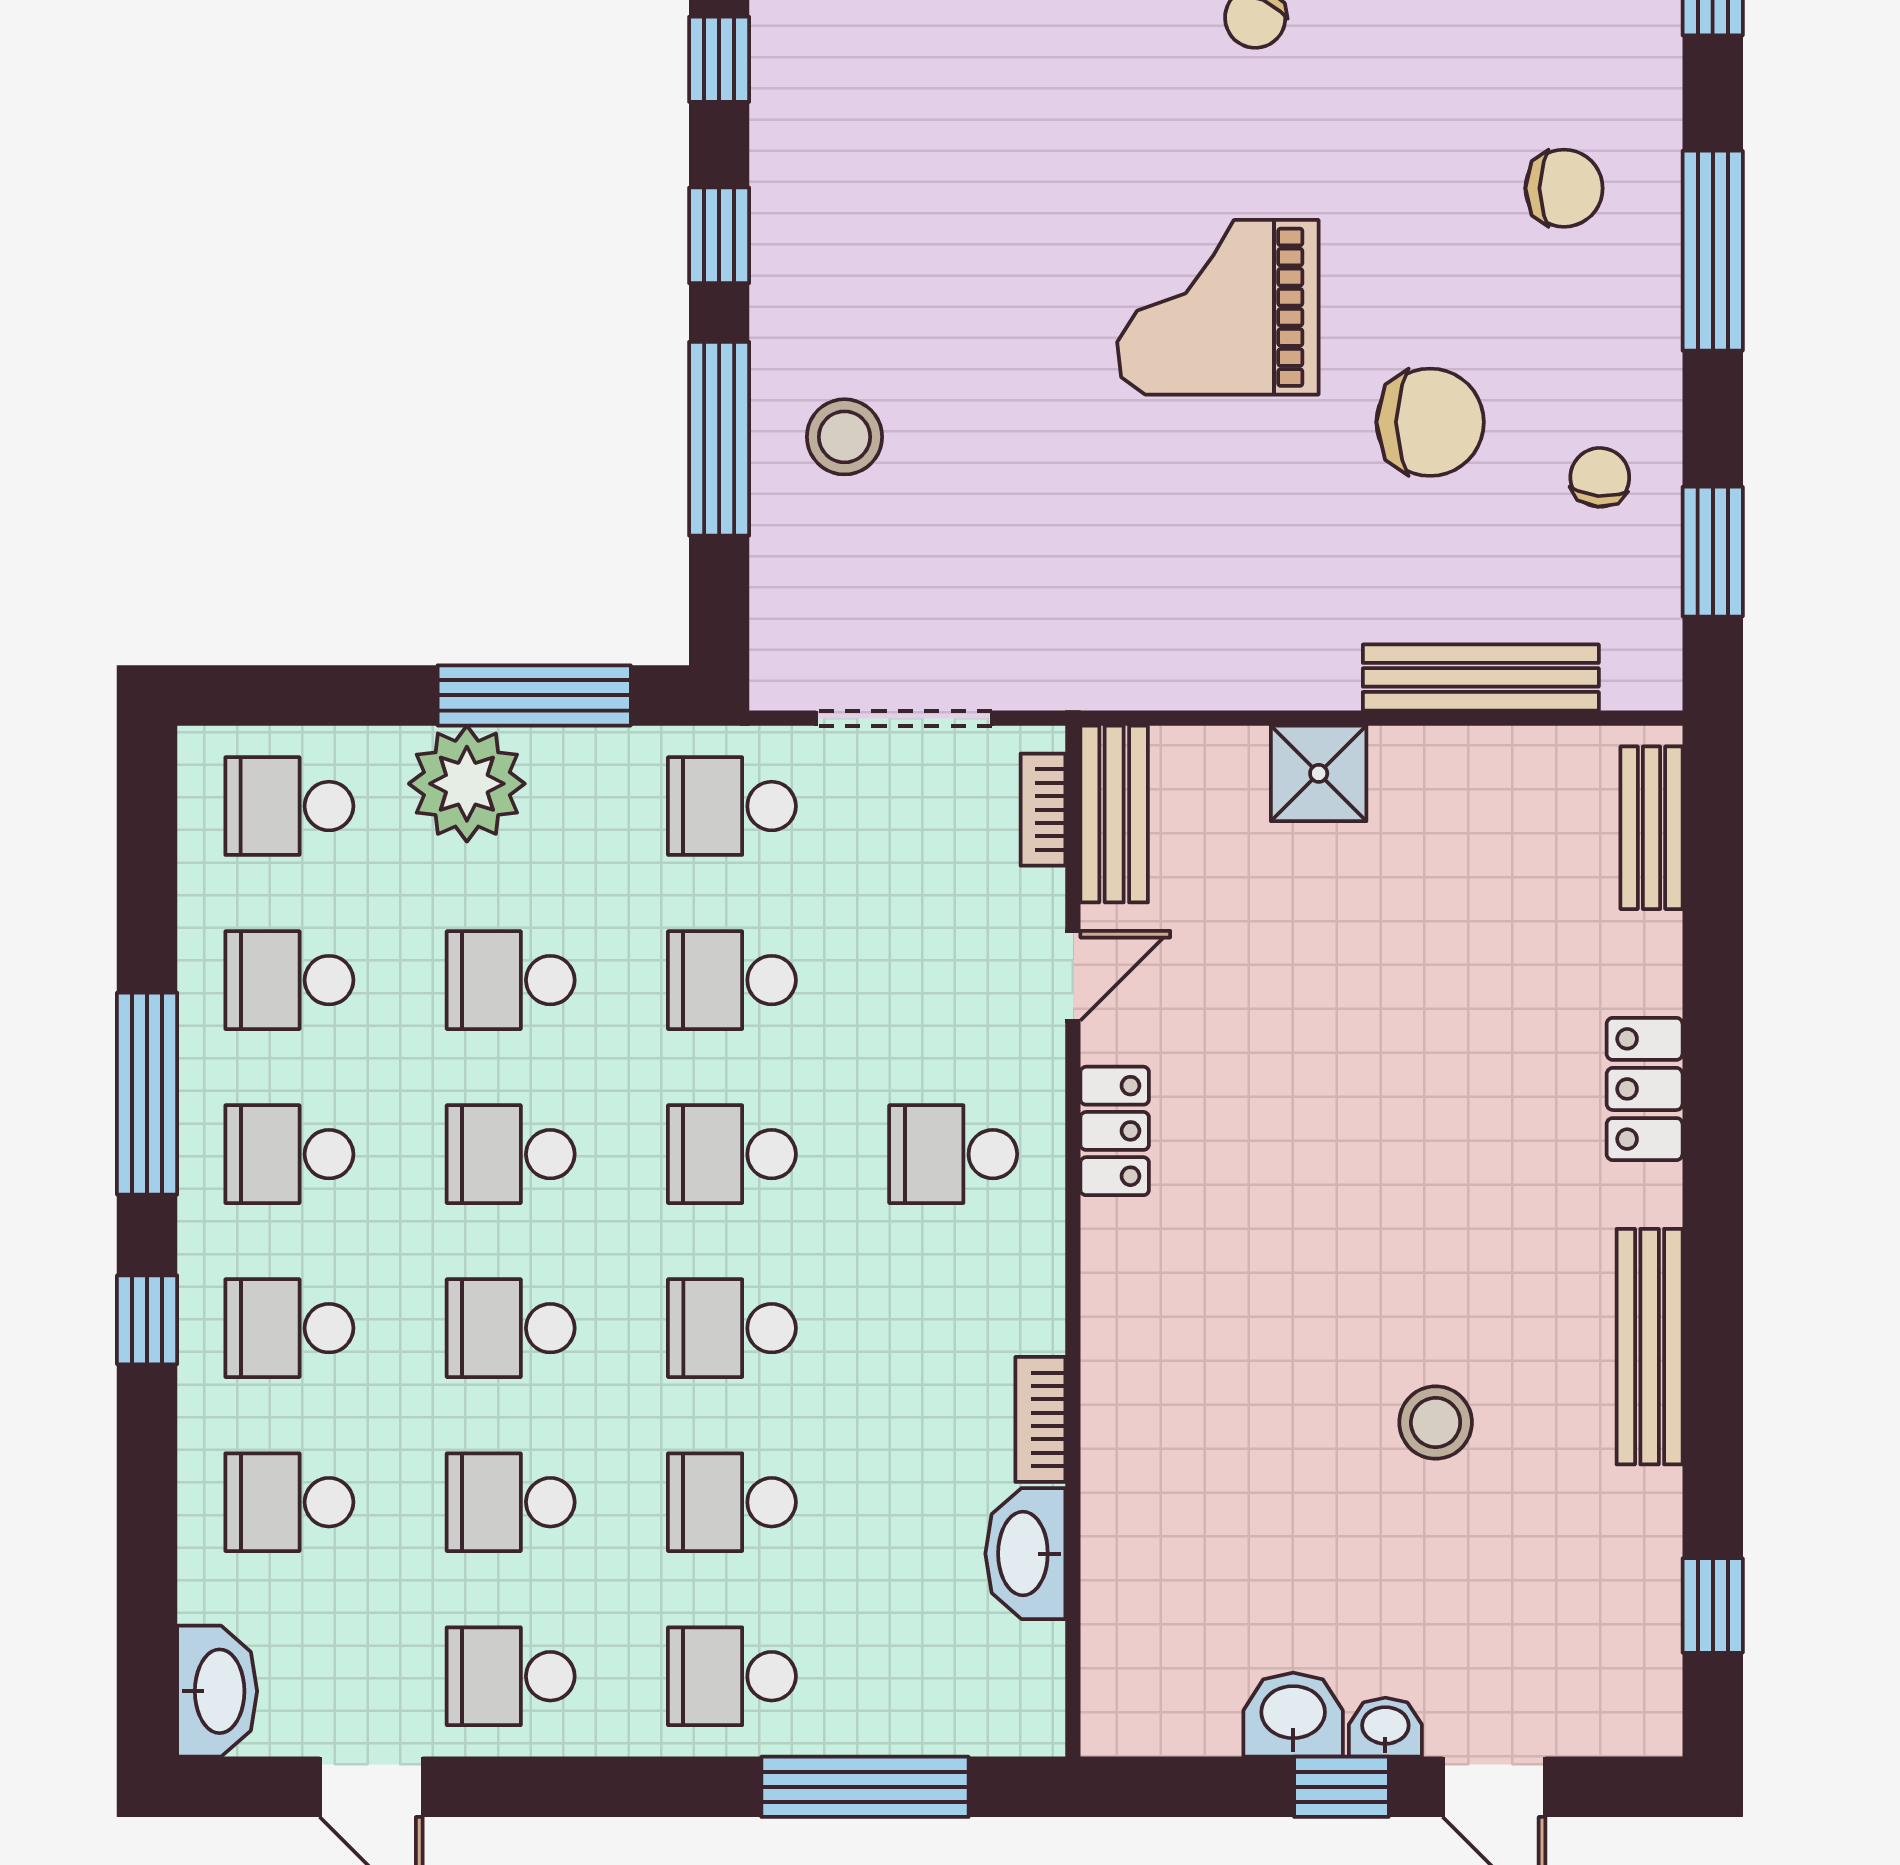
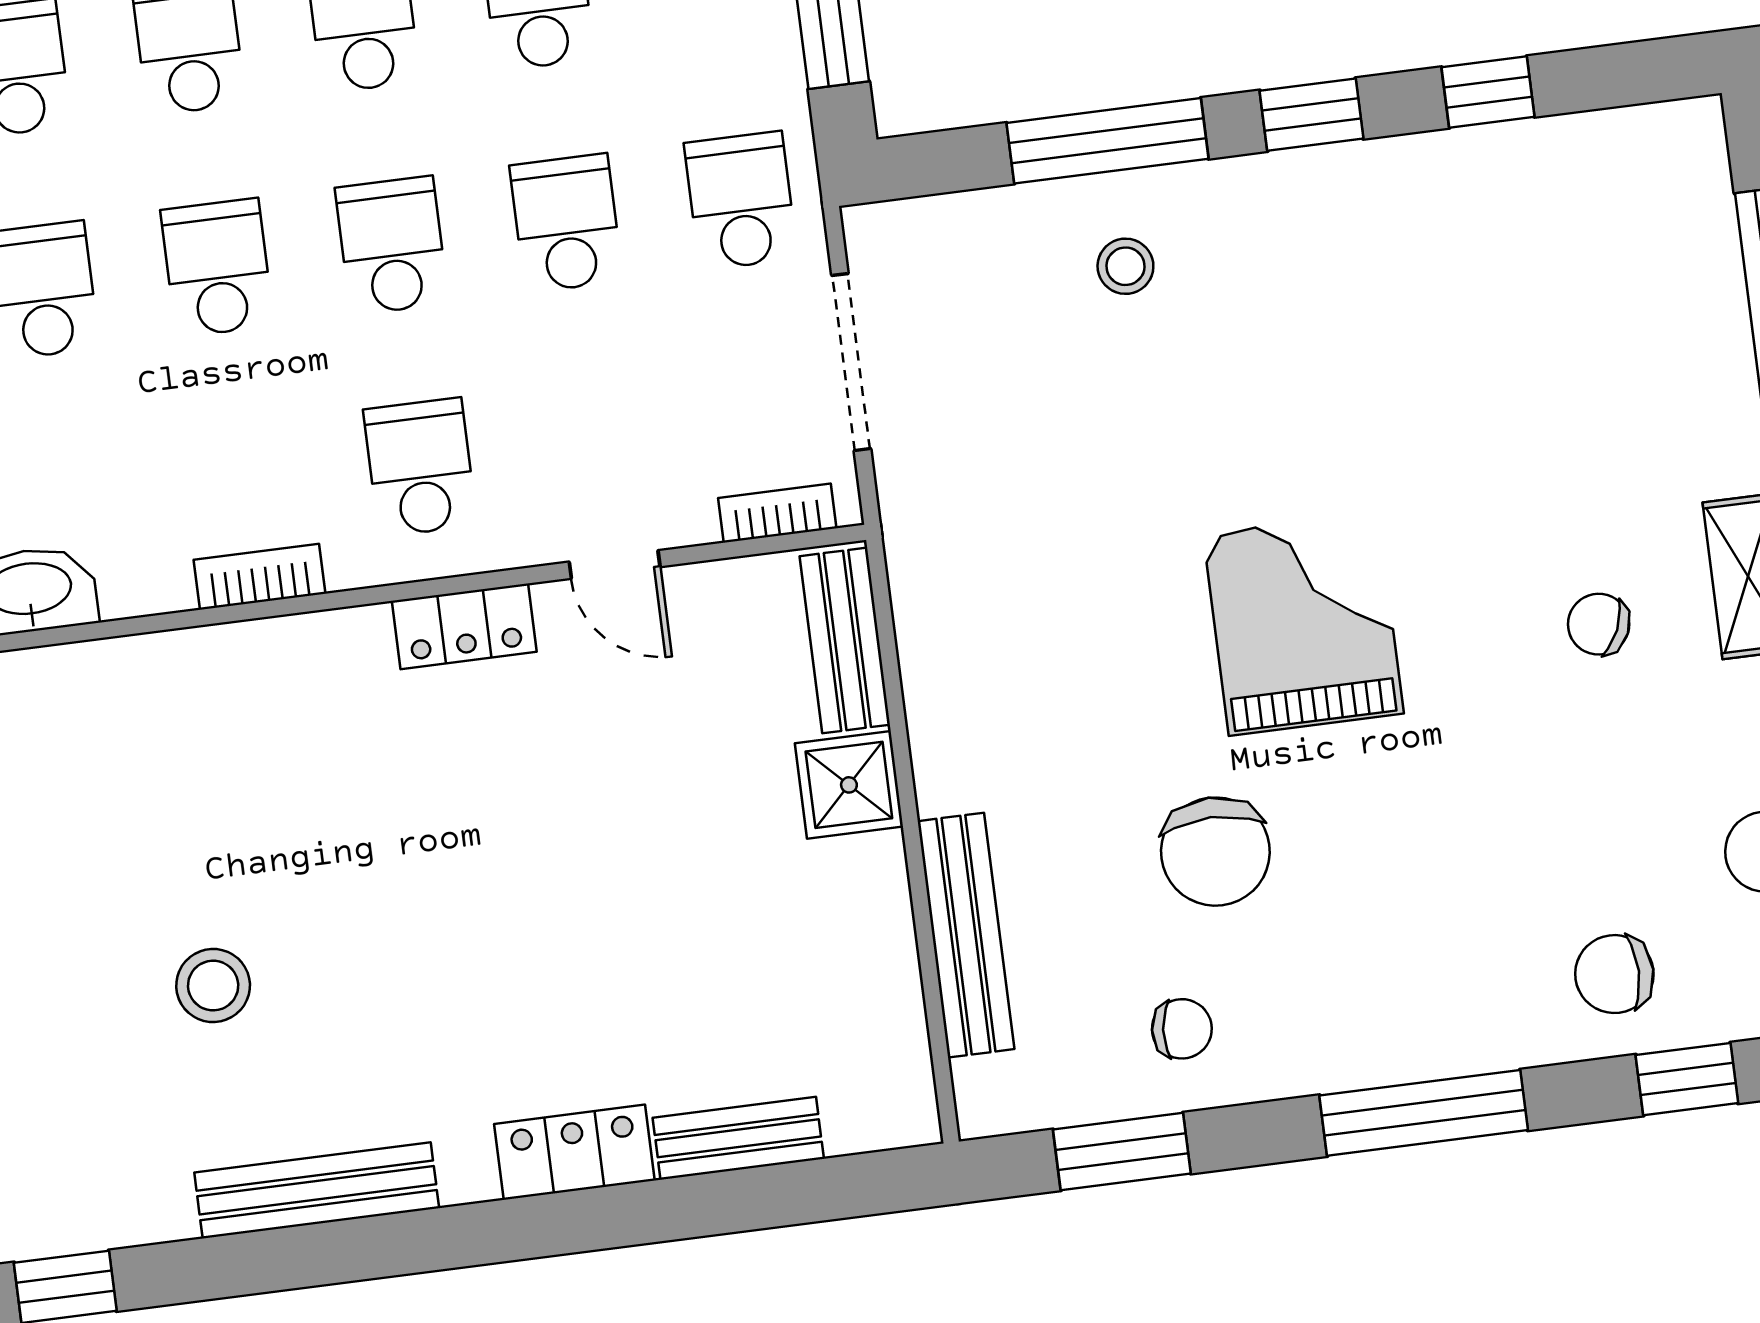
chair: (1564, 188) -> (1614, 974), moved, turned 90
stool: (845, 437) -> (1125, 266), width x0.73, depth x0.73
bench: (1114, 814) -> (845, 640), moved, turned 90
bench: (1652, 828) -> (738, 1138), moved
bookcase: (1040, 1419) -> (260, 577), moved

